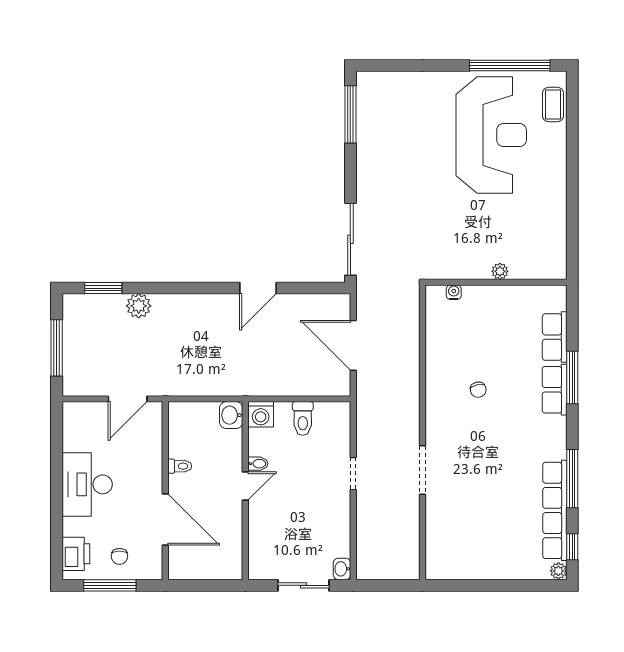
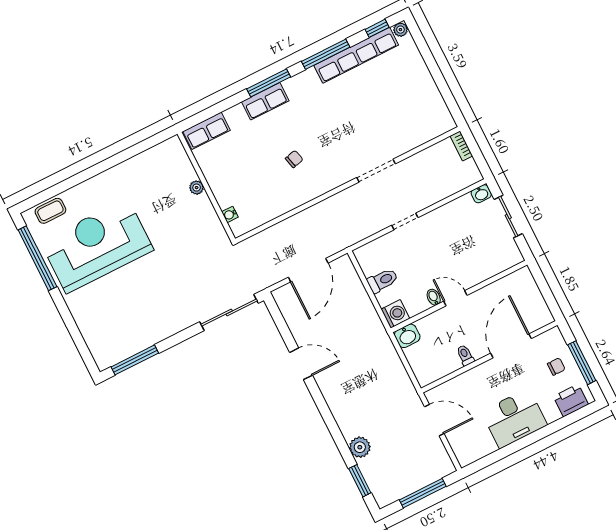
row of seats: (555, 337) -> (206, 131), moved
window: (572, 378) -> (269, 83), moved
bookcase: (403, 573) -> (461, 146), added

